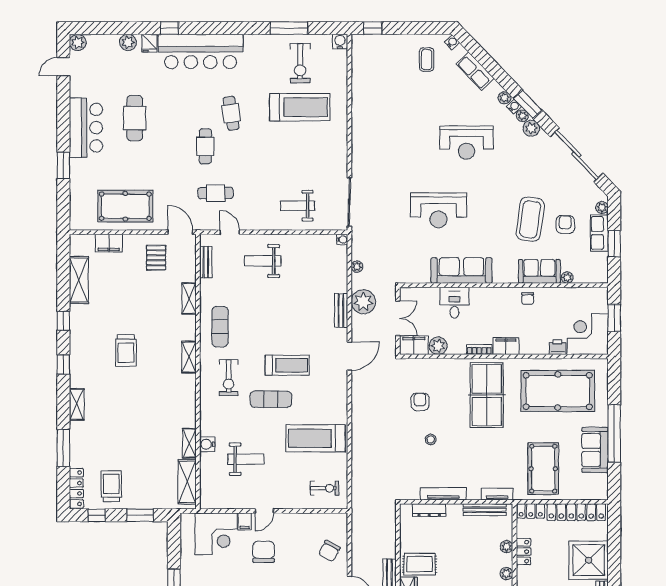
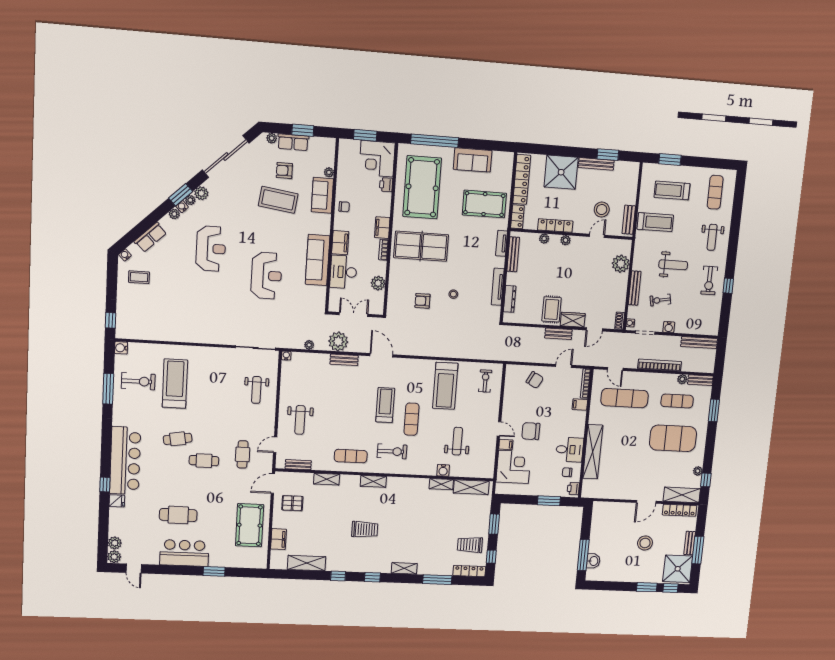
plant: (128, 42) -> (115, 543), moved
desk: (454, 303) -> (343, 272), width x1.37
filing cabinet: (414, 345) -> (340, 243), moved, turned 180
window: (614, 434) -> (435, 141), moved
locker: (523, 552) -> (555, 226), width x1.53

